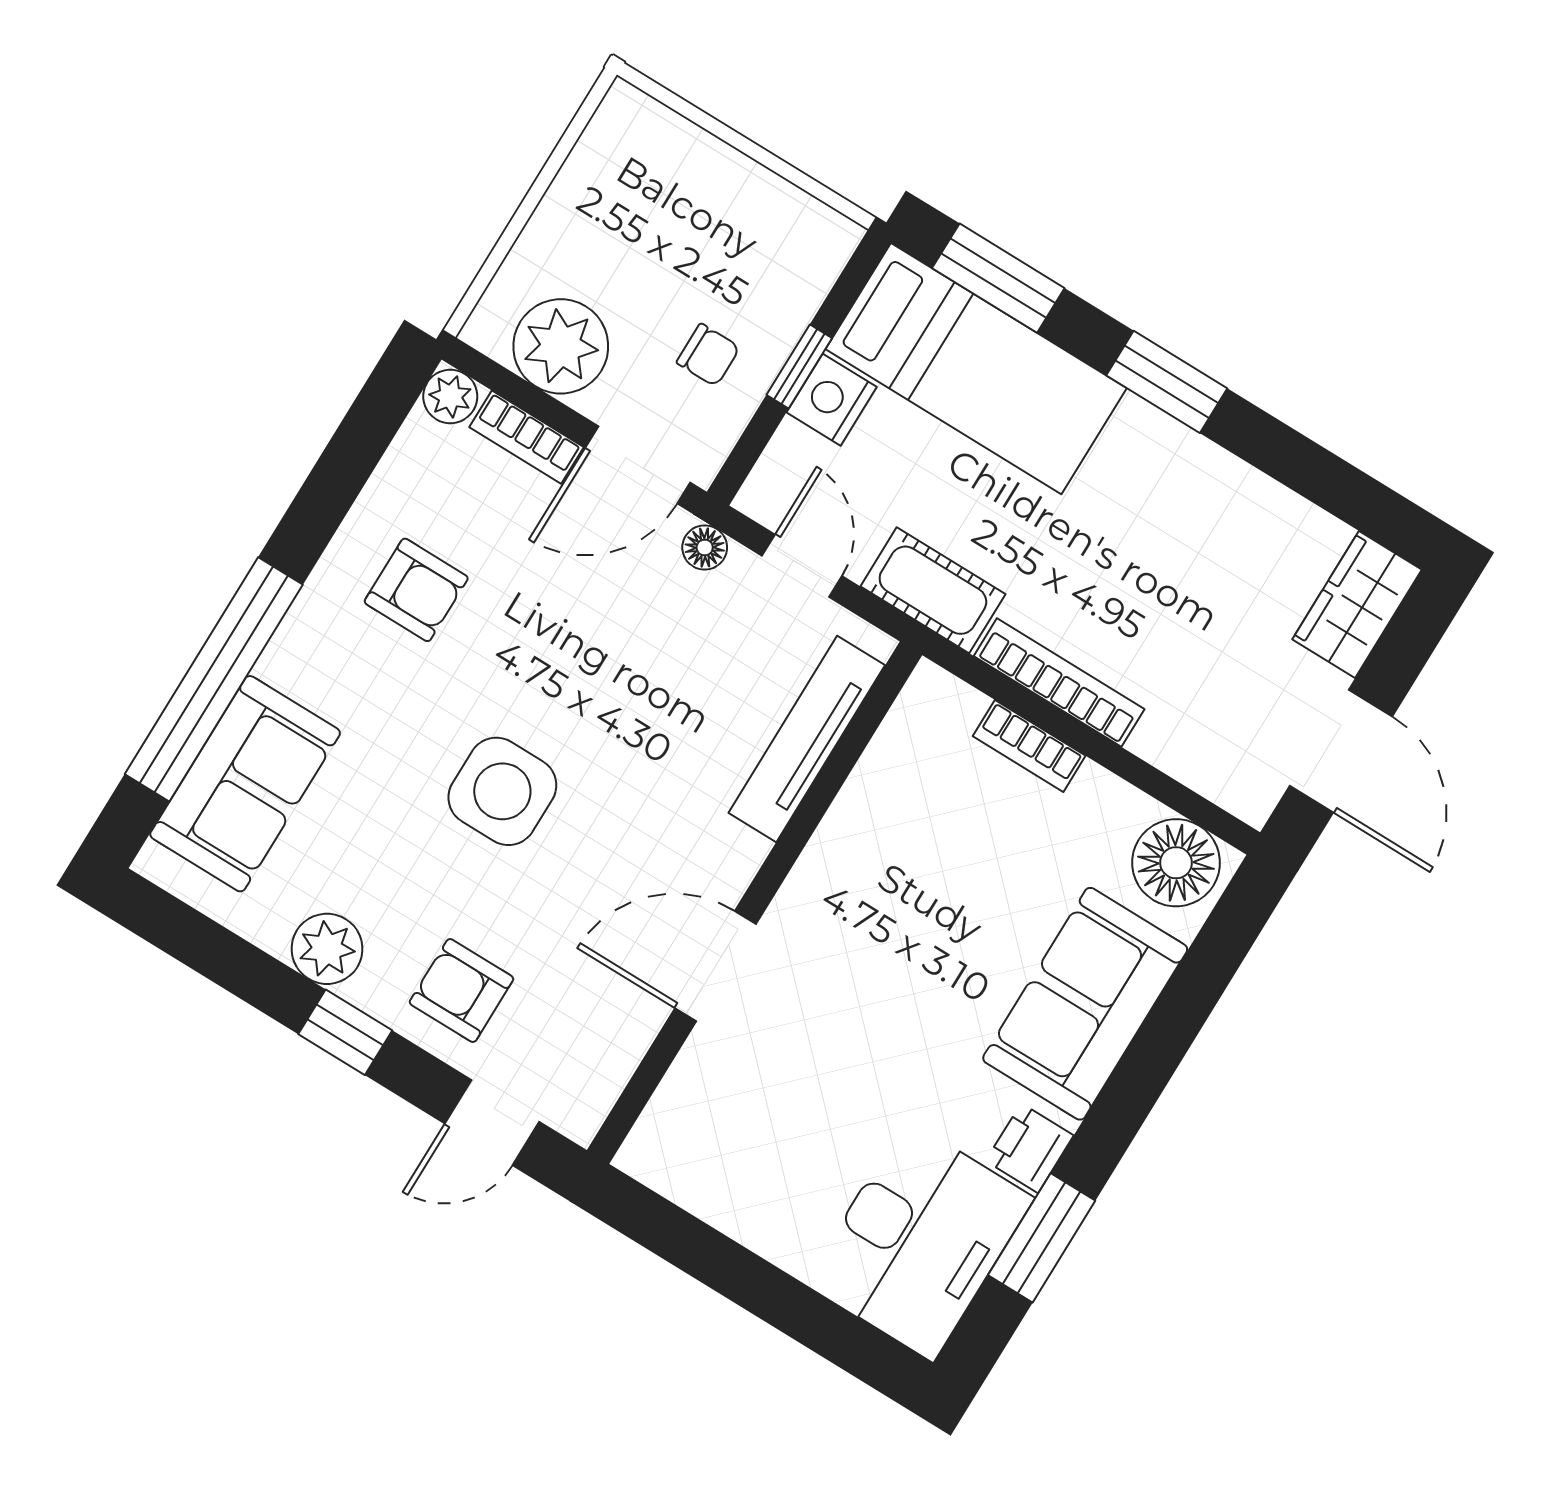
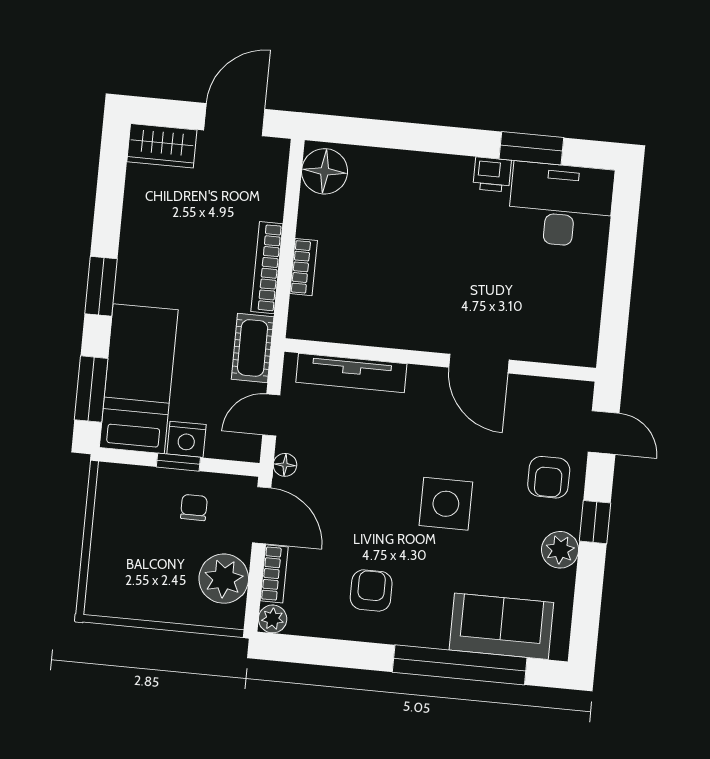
sofa: (1085, 1004) -> (412, 182), removed

